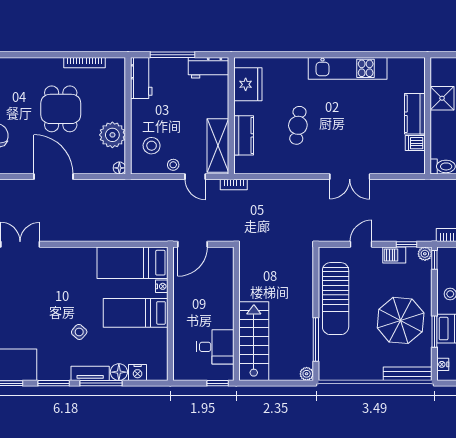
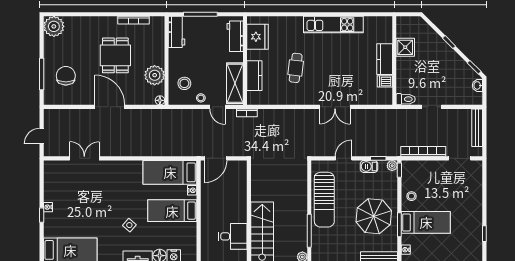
workbench: (208, 68) -> (235, 36), moved, turned 90

